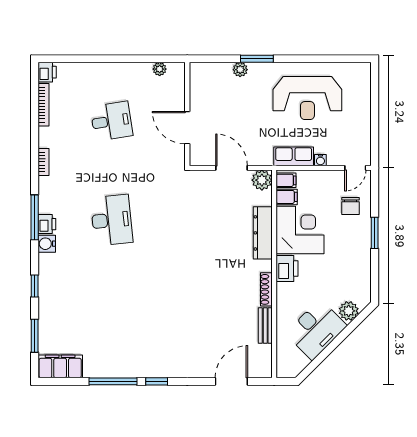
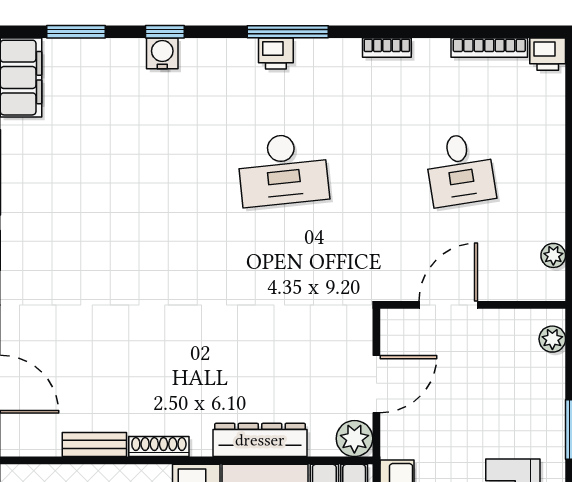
plant: (240, 70) -> (552, 339), moved
water cooler: (47, 244) -> (162, 53), moved

